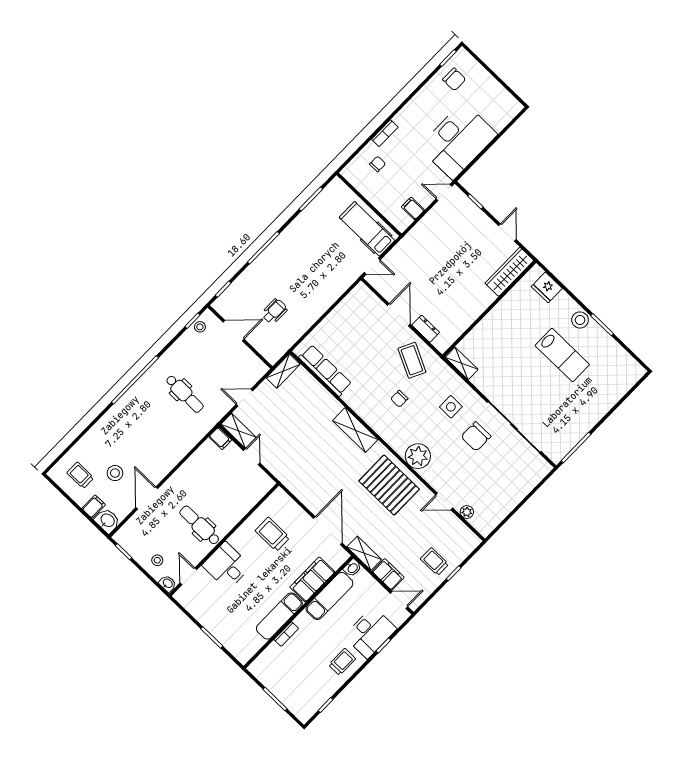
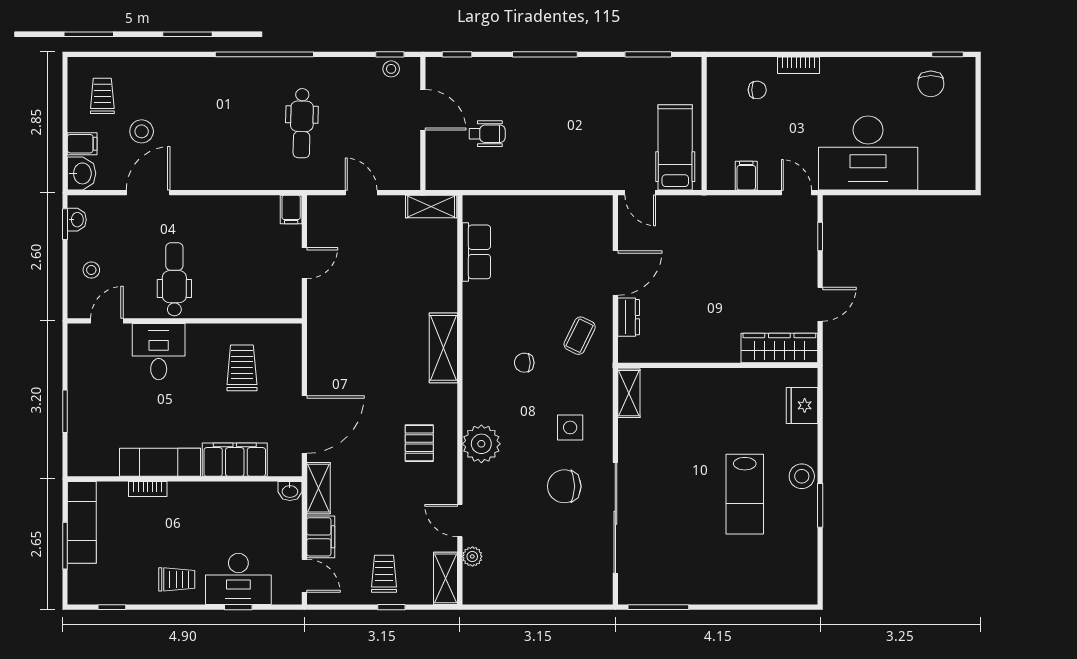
coffee table: (412, 360) -> (580, 336), width x0.73, depth x0.77
row of seats: (325, 371) -> (476, 252), width x0.68
shelving: (238, 431) -> (446, 578), moved
pallet: (389, 485) -> (419, 443), width x0.49, depth x0.50
washbasin: (167, 584) -> (77, 220), moved
exam couch: (329, 596) -> (82, 522), moved, turned -90

